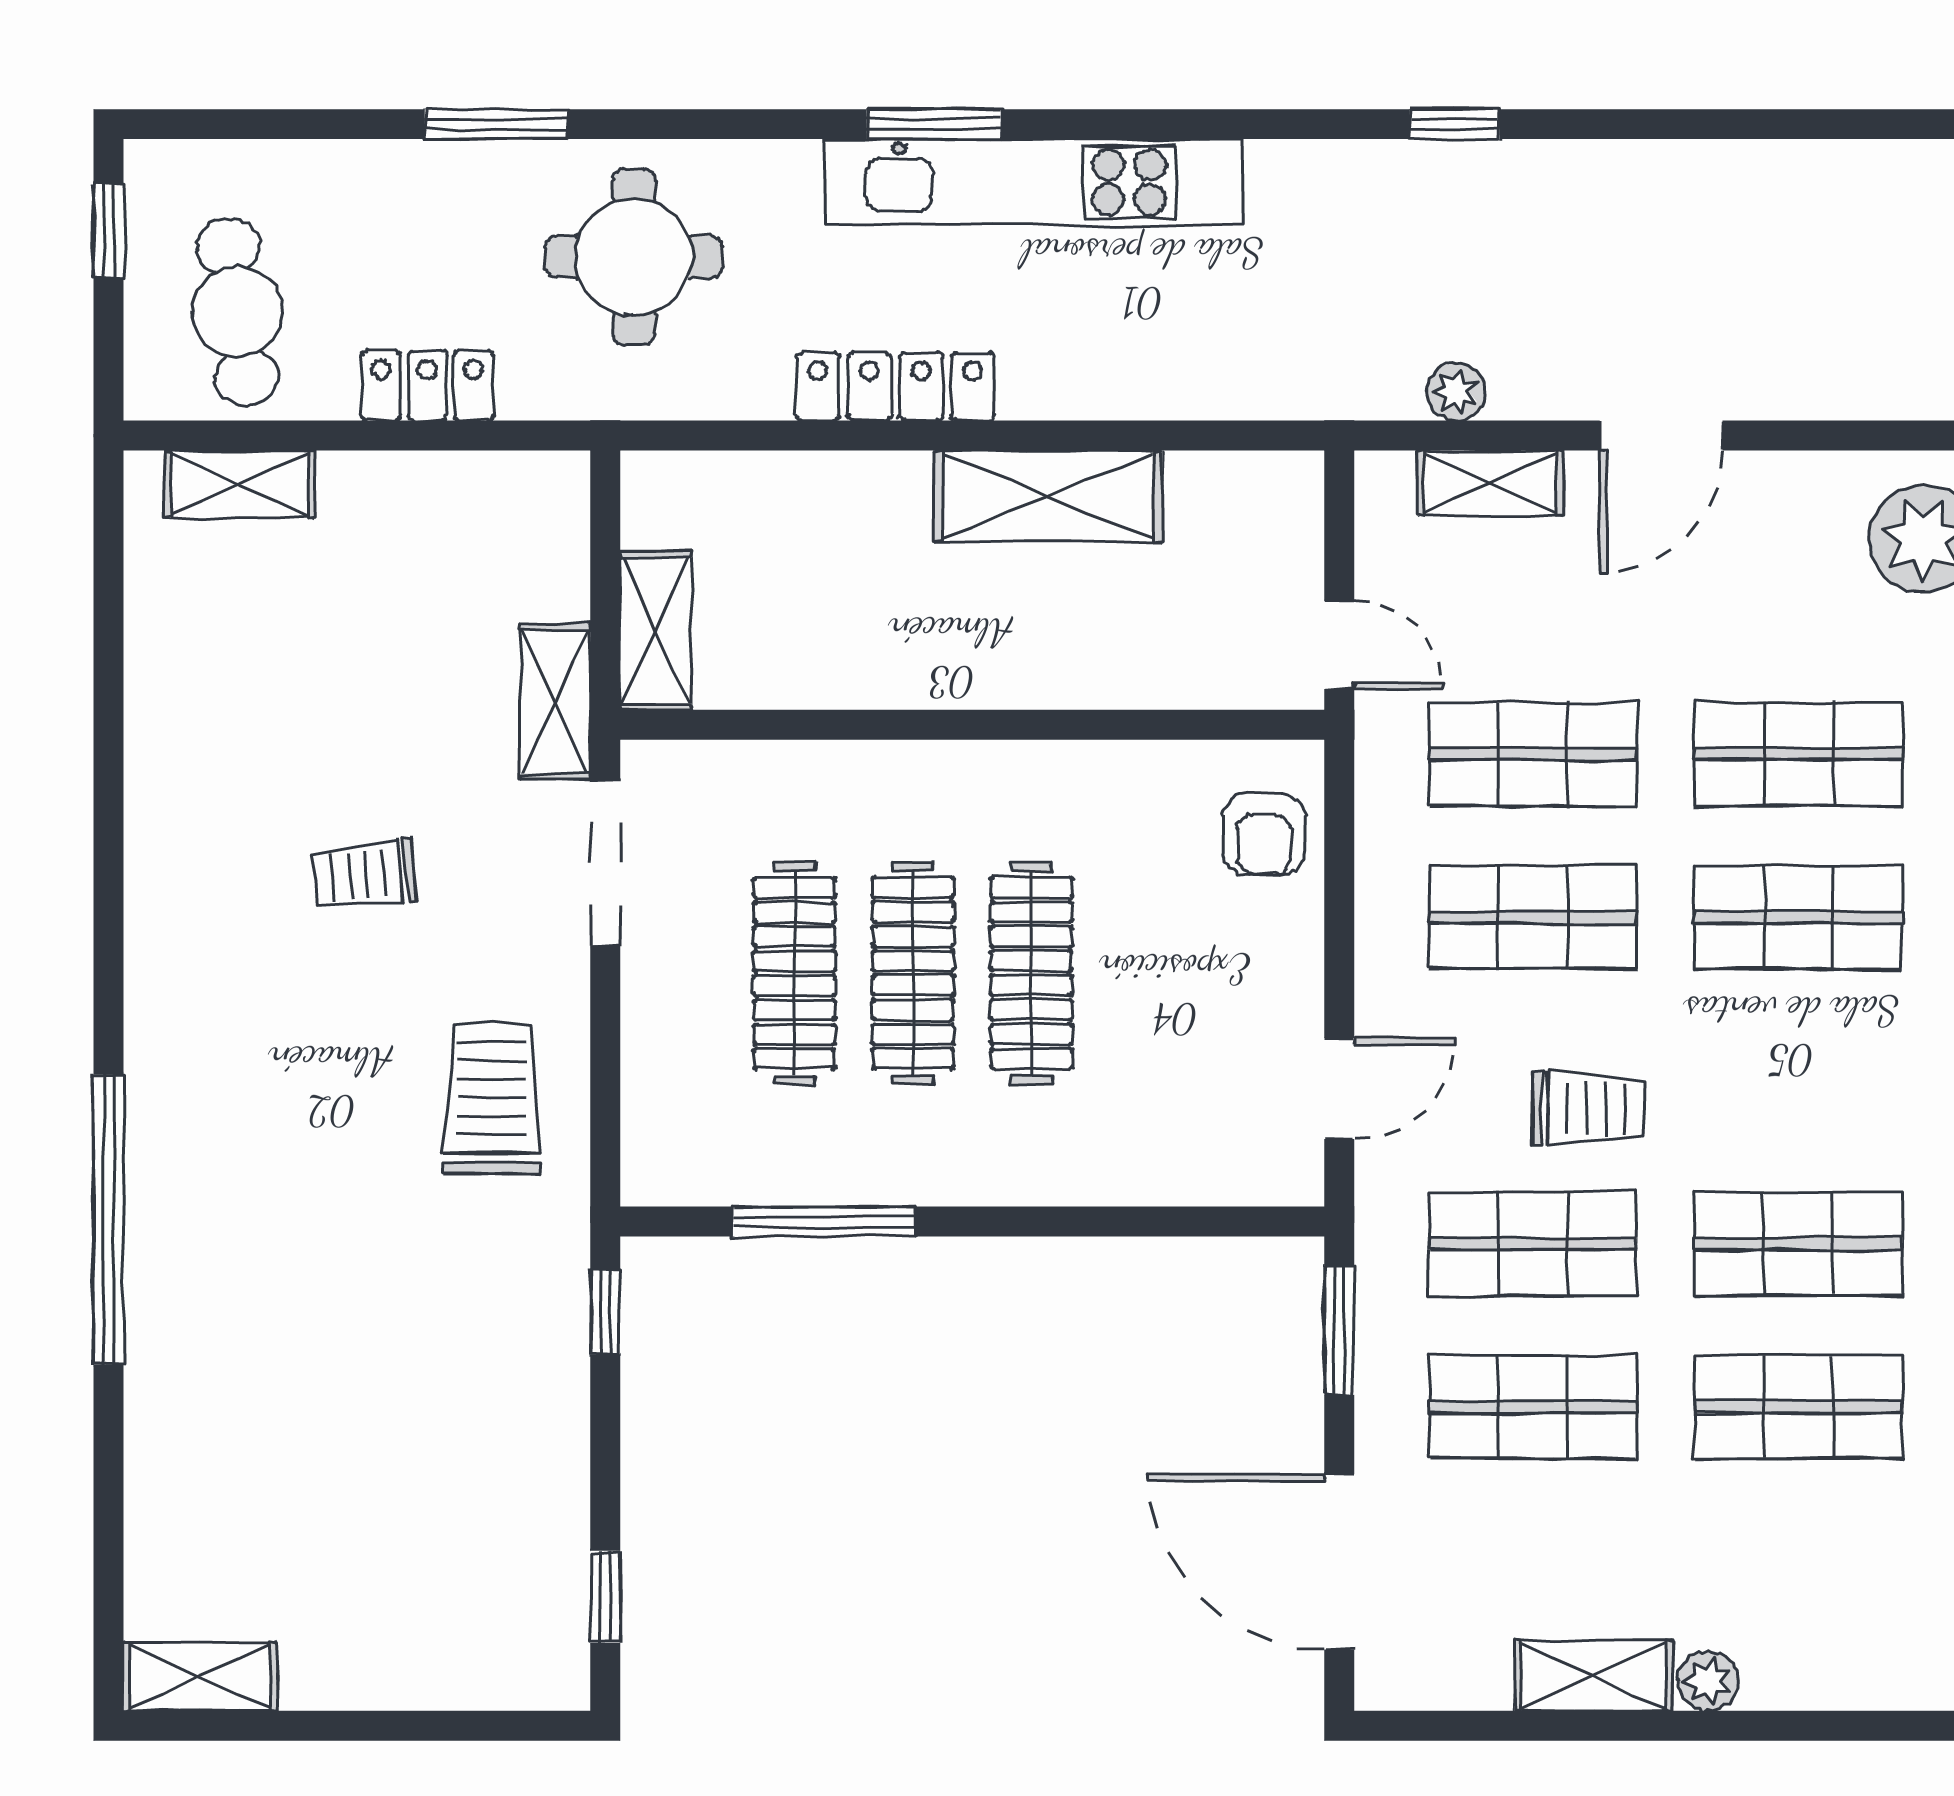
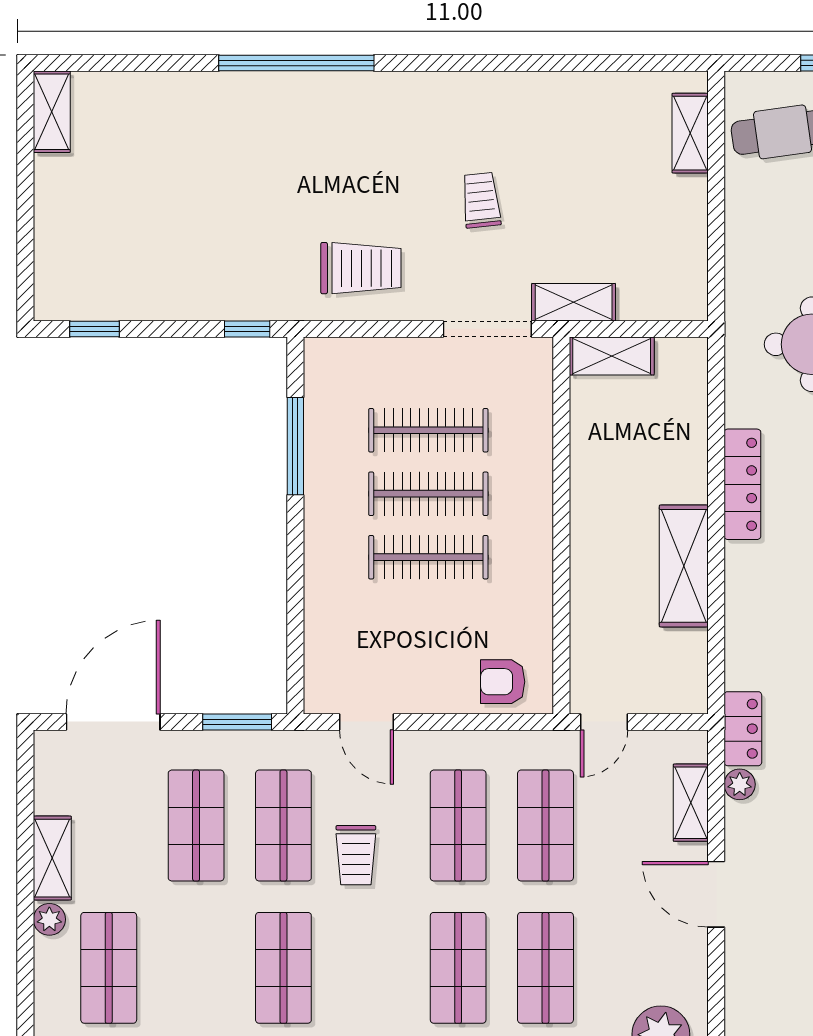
locker: (427, 386) -> (743, 729), moved
shop shelf: (1798, 1407) -> (109, 968), moved

